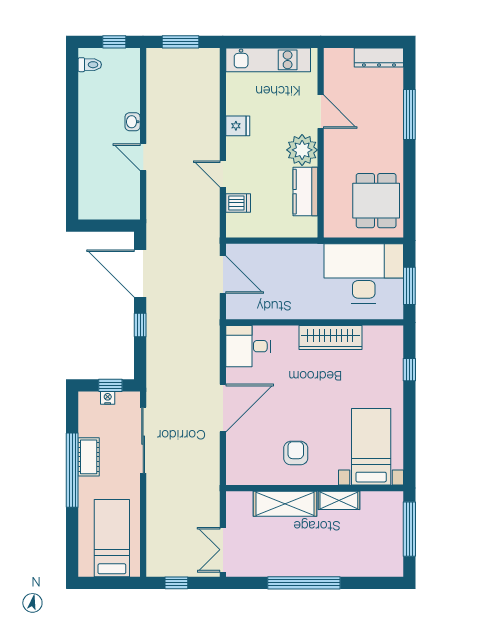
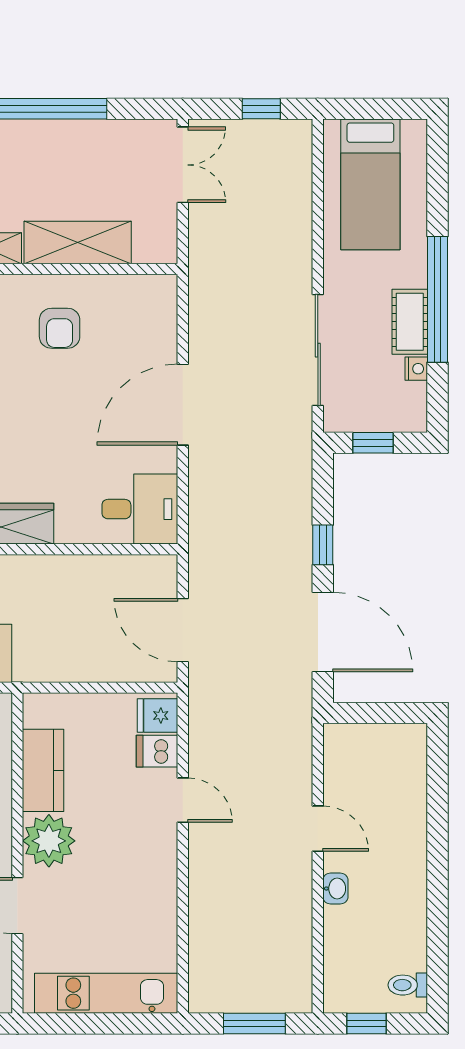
fridge: (238, 126) -> (158, 715), moved
nightstand: (108, 398) -> (416, 369), moved, turned -90

